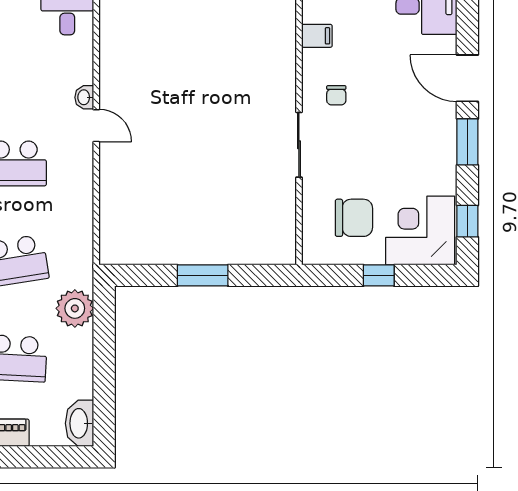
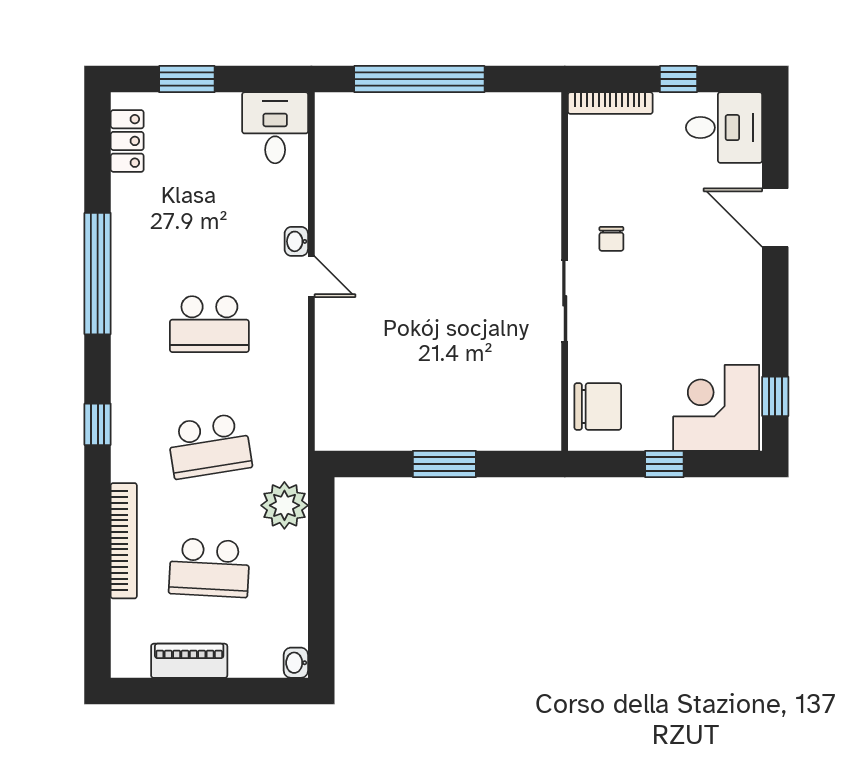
filing cabinet: (317, 36) -> (587, 165), removed
window: (467, 142) -> (775, 297), removed
chair: (354, 218) -> (598, 406), moved
washbasin: (80, 423) -> (296, 663), width x0.52, depth x0.69

